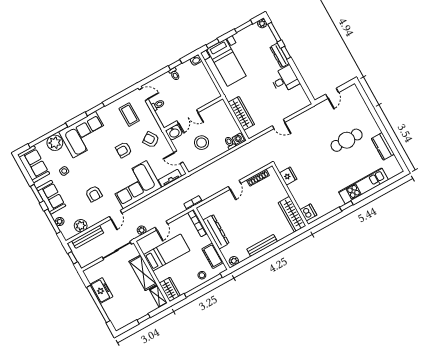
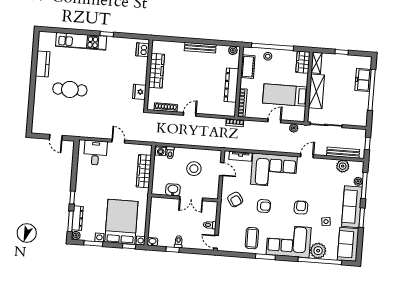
dresser: (279, 55) -> (78, 218), moved
bed with nightstands: (227, 63) -> (121, 222), width x1.36
desk: (285, 80) -> (95, 153), moved, turned 90
door: (332, 93) -> (56, 137), swing flipped
coffee table: (129, 115) -> (252, 238), moved
double door: (188, 117) -> (191, 198), swing flipped
washbasin: (174, 132) -> (173, 190), moved
armchair: (94, 194) -> (301, 208), moved
sofa: (51, 197) -> (352, 207), width x1.36
wardrobe: (292, 214) -> (156, 71), moved
freezer: (101, 290) -> (363, 80), moved

